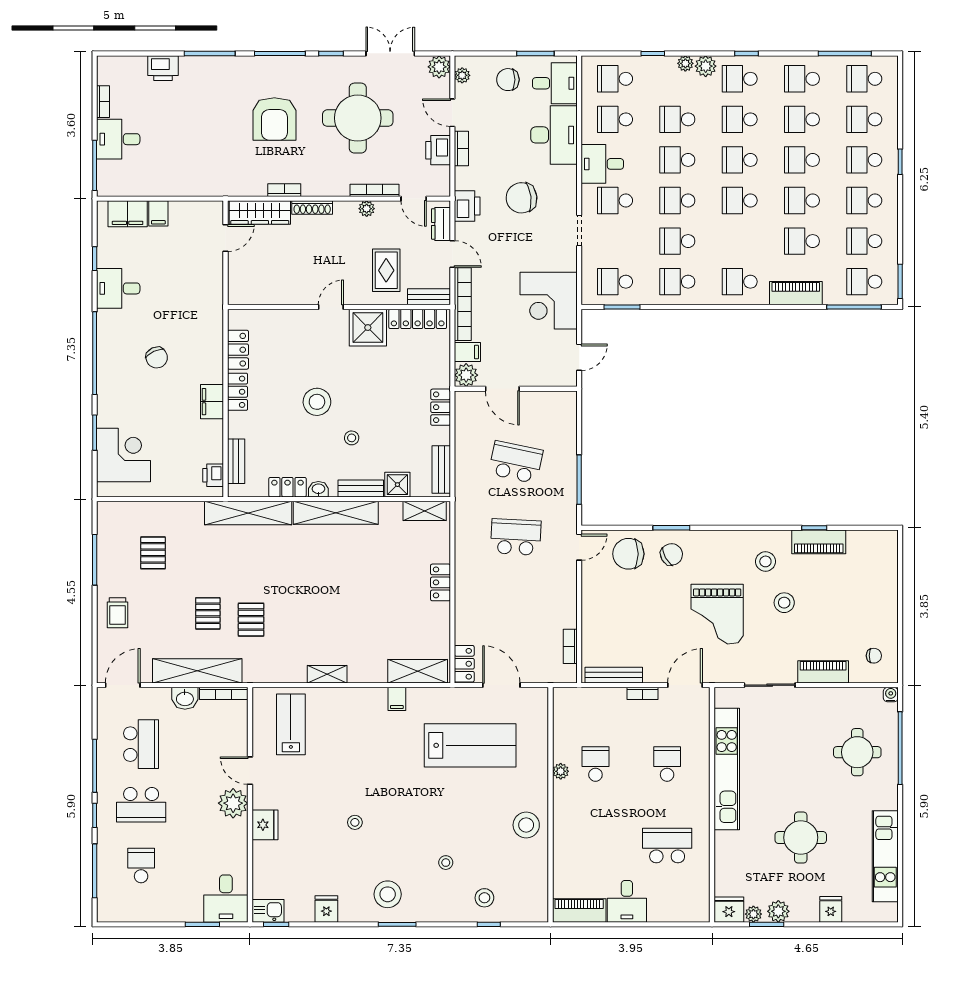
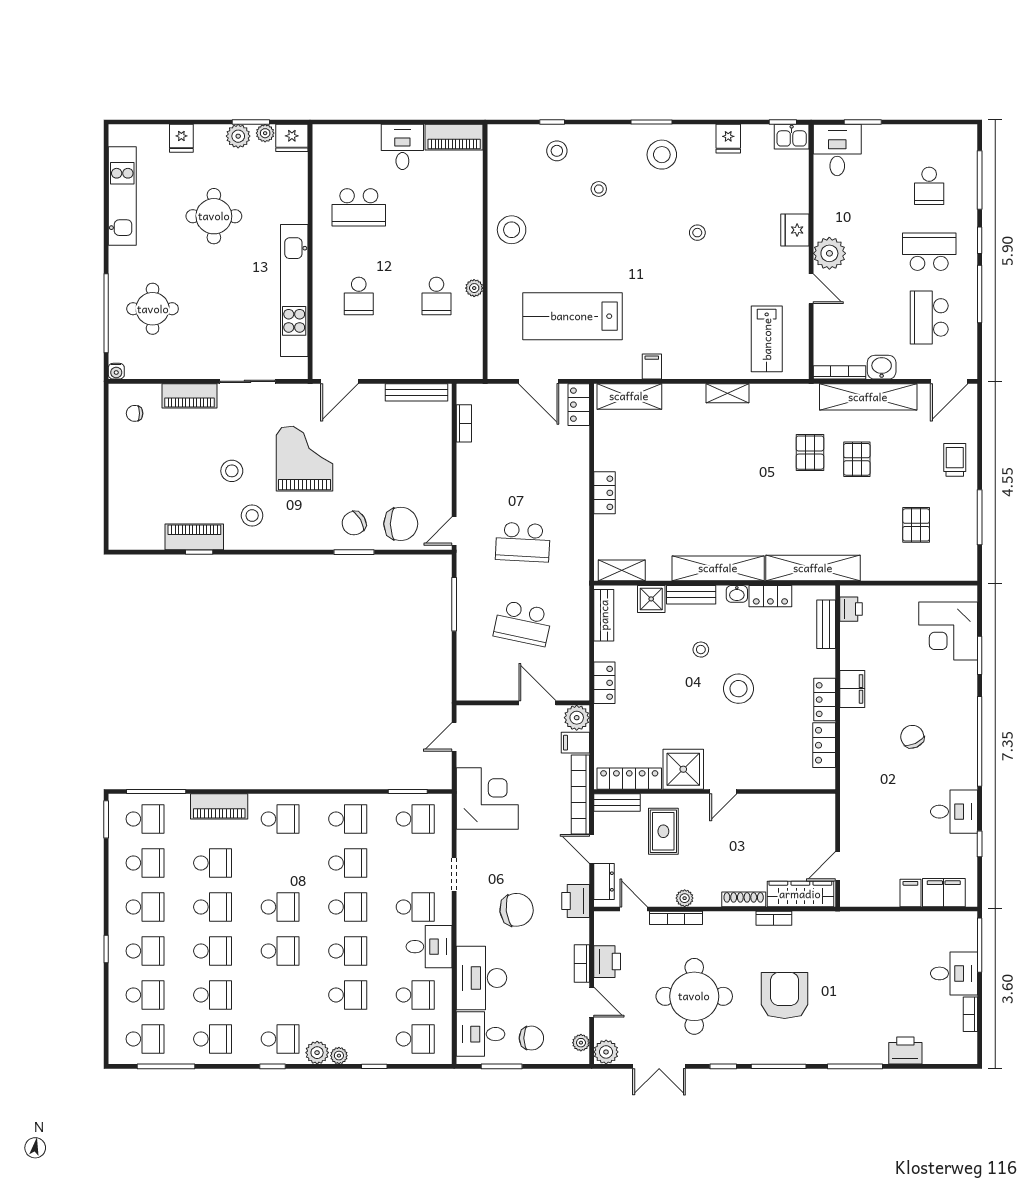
school desk: (740, 119) -> (280, 995), removed
bookcase: (642, 693) -> (385, 372), removed

